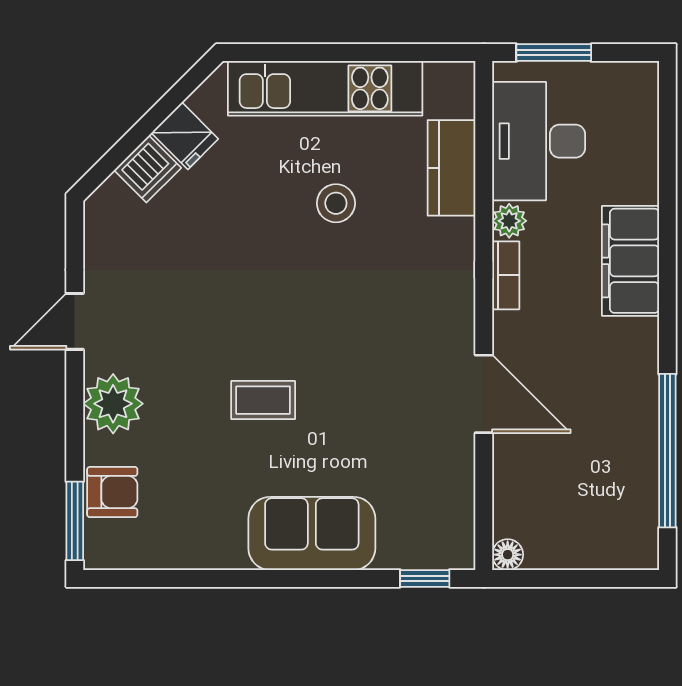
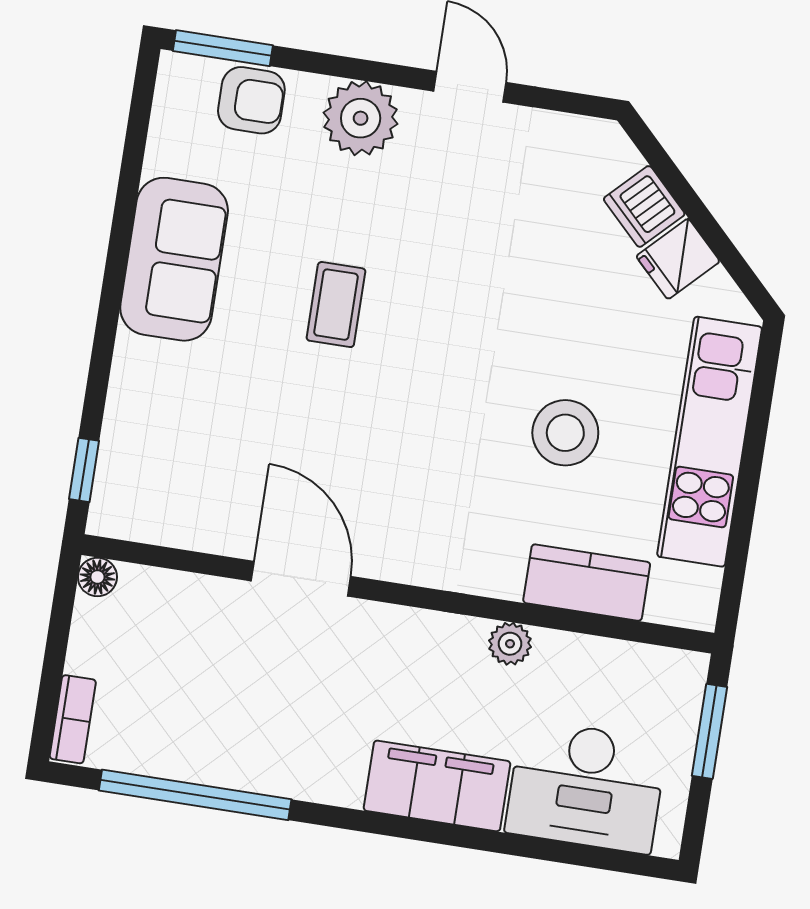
desk: (539, 141) -> (586, 787), moved, turned 180
stool: (336, 203) -> (565, 433), width x1.38, depth x1.38
bookcase: (506, 275) -> (73, 719), moved, turned -90
door: (484, 394) -> (301, 579), swing flipped
armchair: (112, 492) -> (251, 100), turned -90
sofa: (312, 533) -> (174, 259), moved

